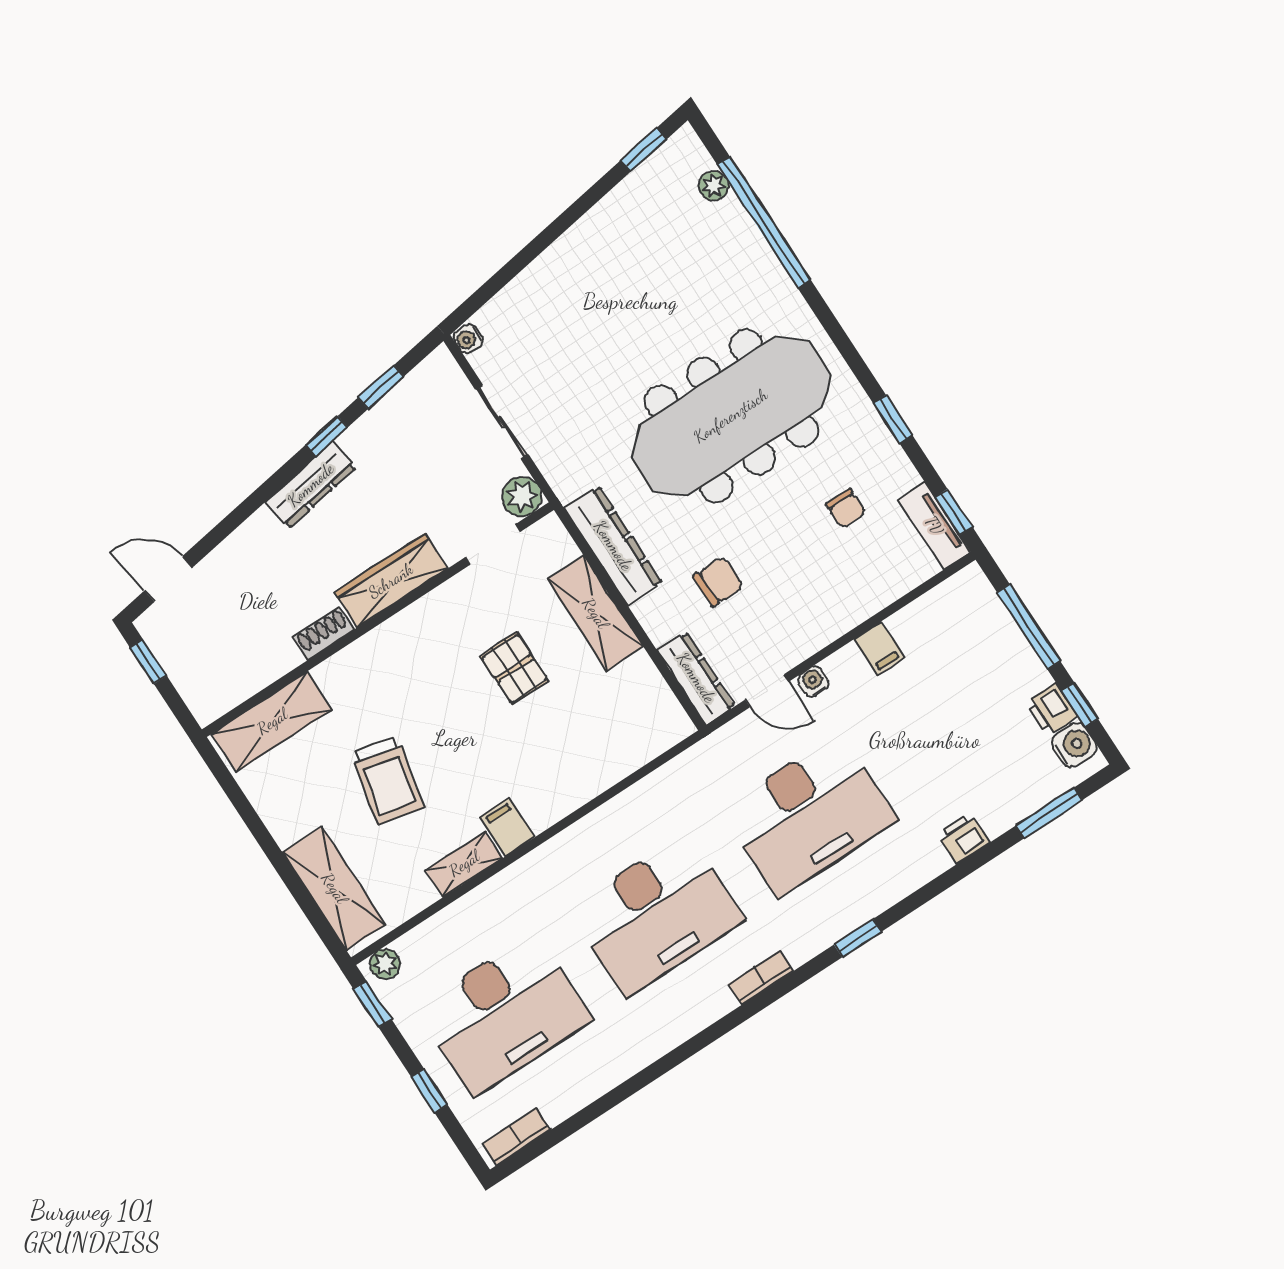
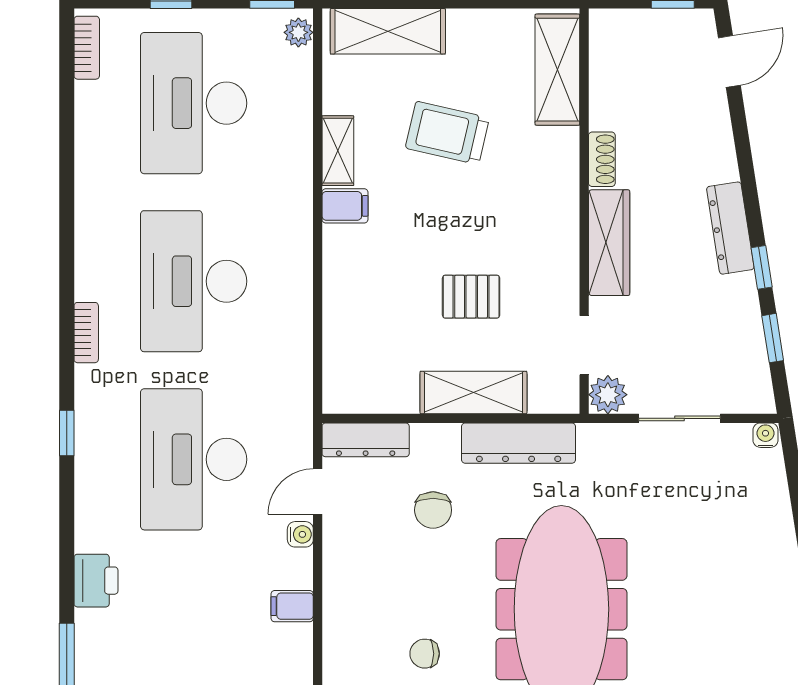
printer: (964, 838) -> (96, 581), width x1.36, depth x1.24

